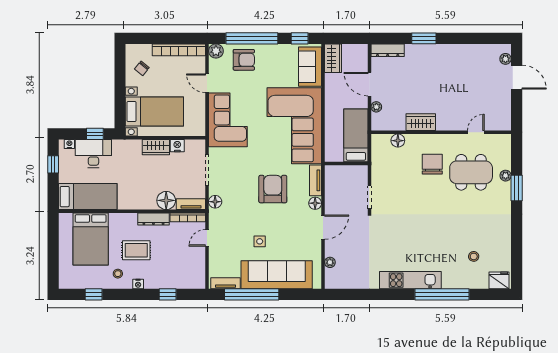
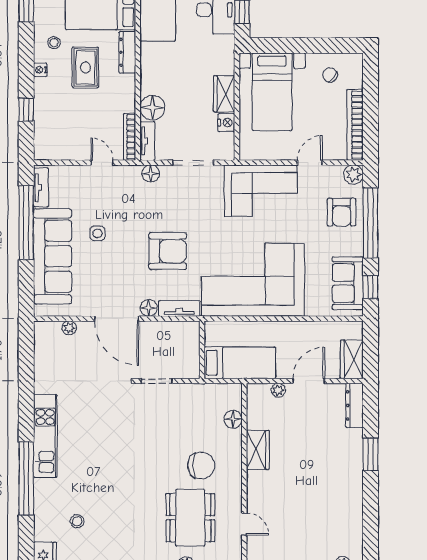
wardrobe: (333, 58) -> (352, 359), moved, turned 90
sofa: (310, 67) -> (348, 283), moved, turned -90
dresser: (153, 219) -> (127, 52), moved
door: (323, 227) -> (117, 319), width x1.36

